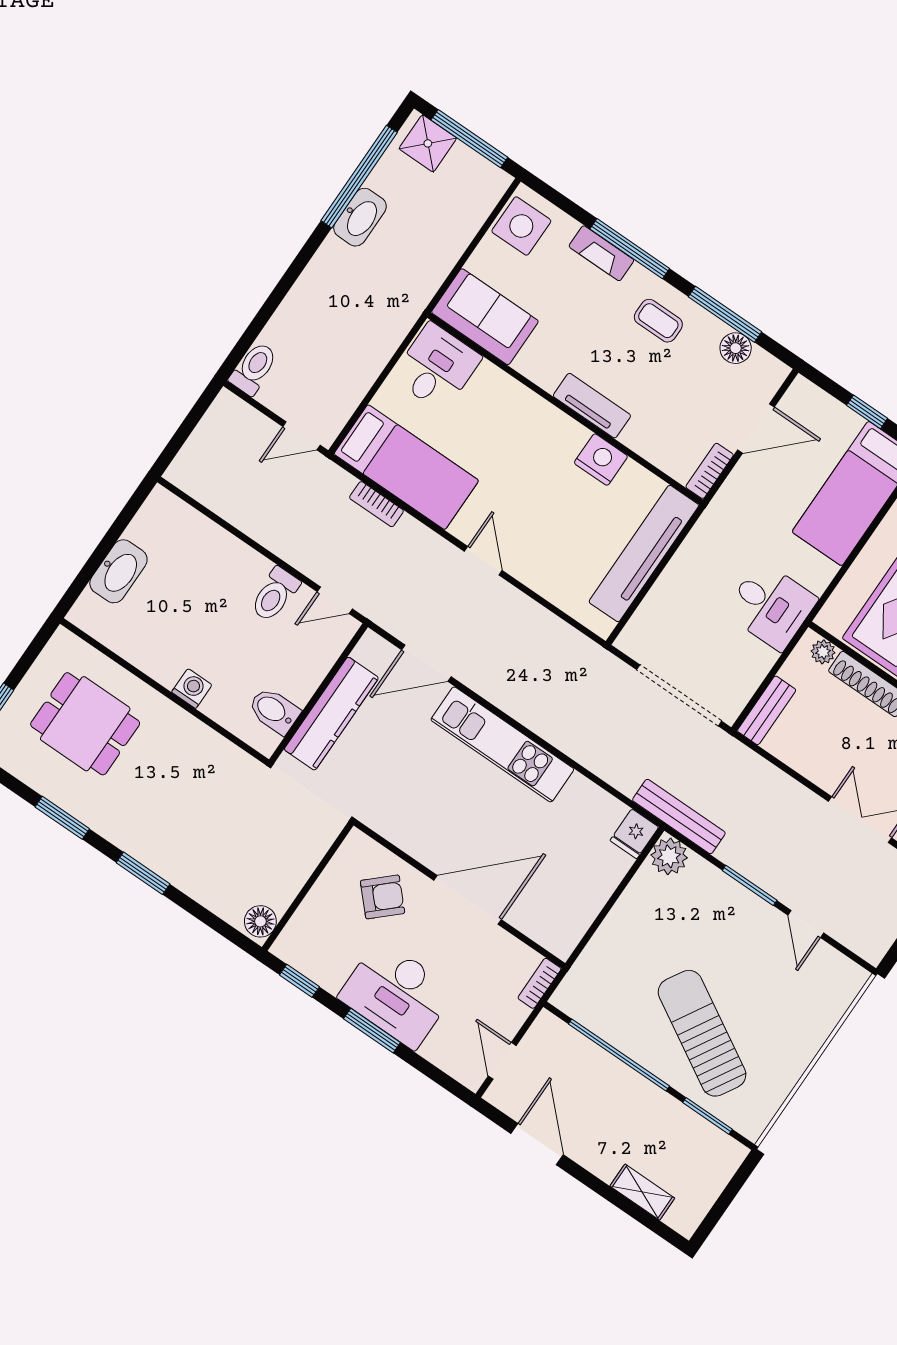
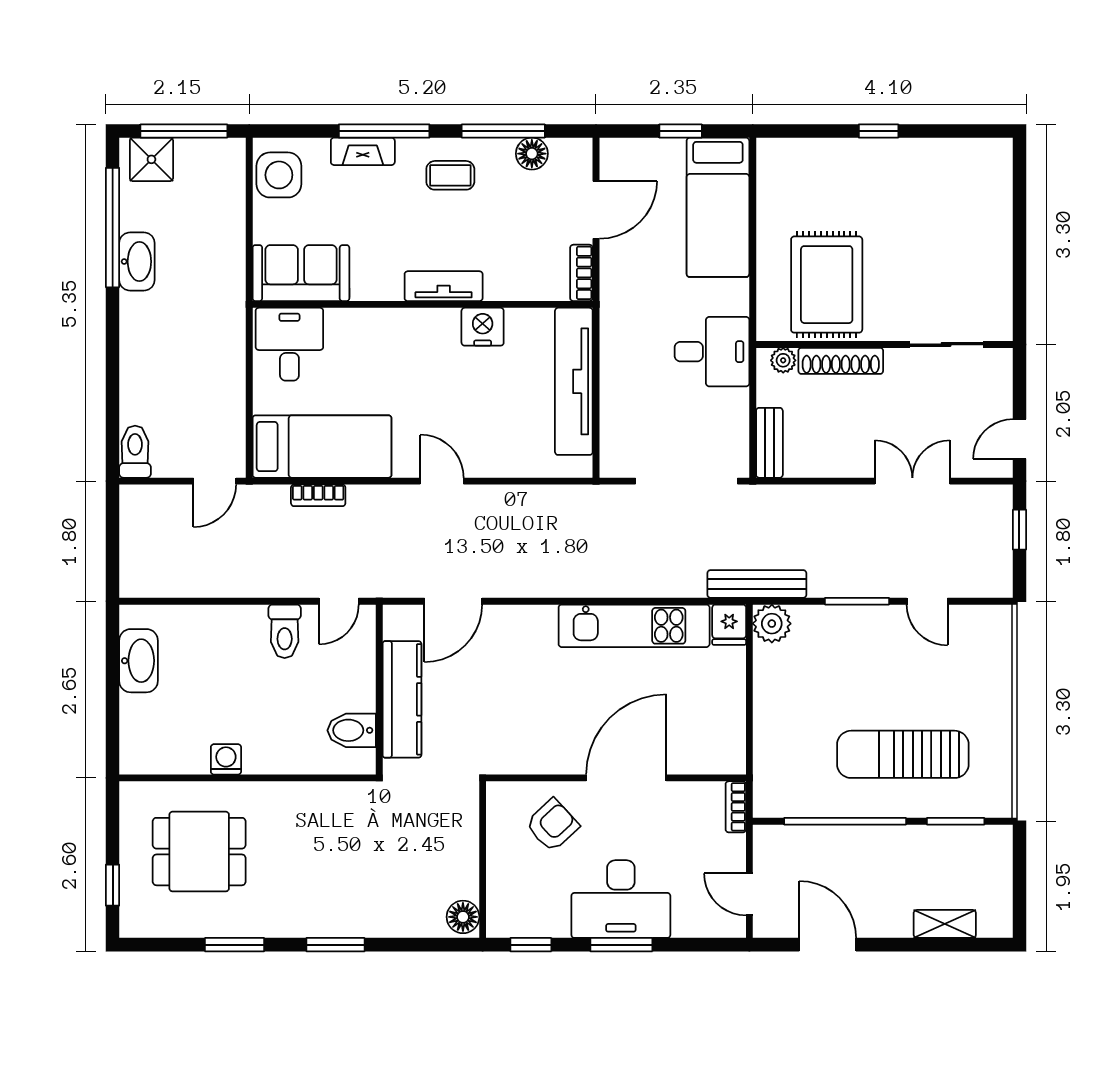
washbasin: (118, 571) -> (139, 661), moved
washing machine: (192, 688) -> (226, 759), moved
kitchen unit: (502, 744) -> (634, 626), moved
sun lounger: (702, 1033) -> (903, 754), turned -30

